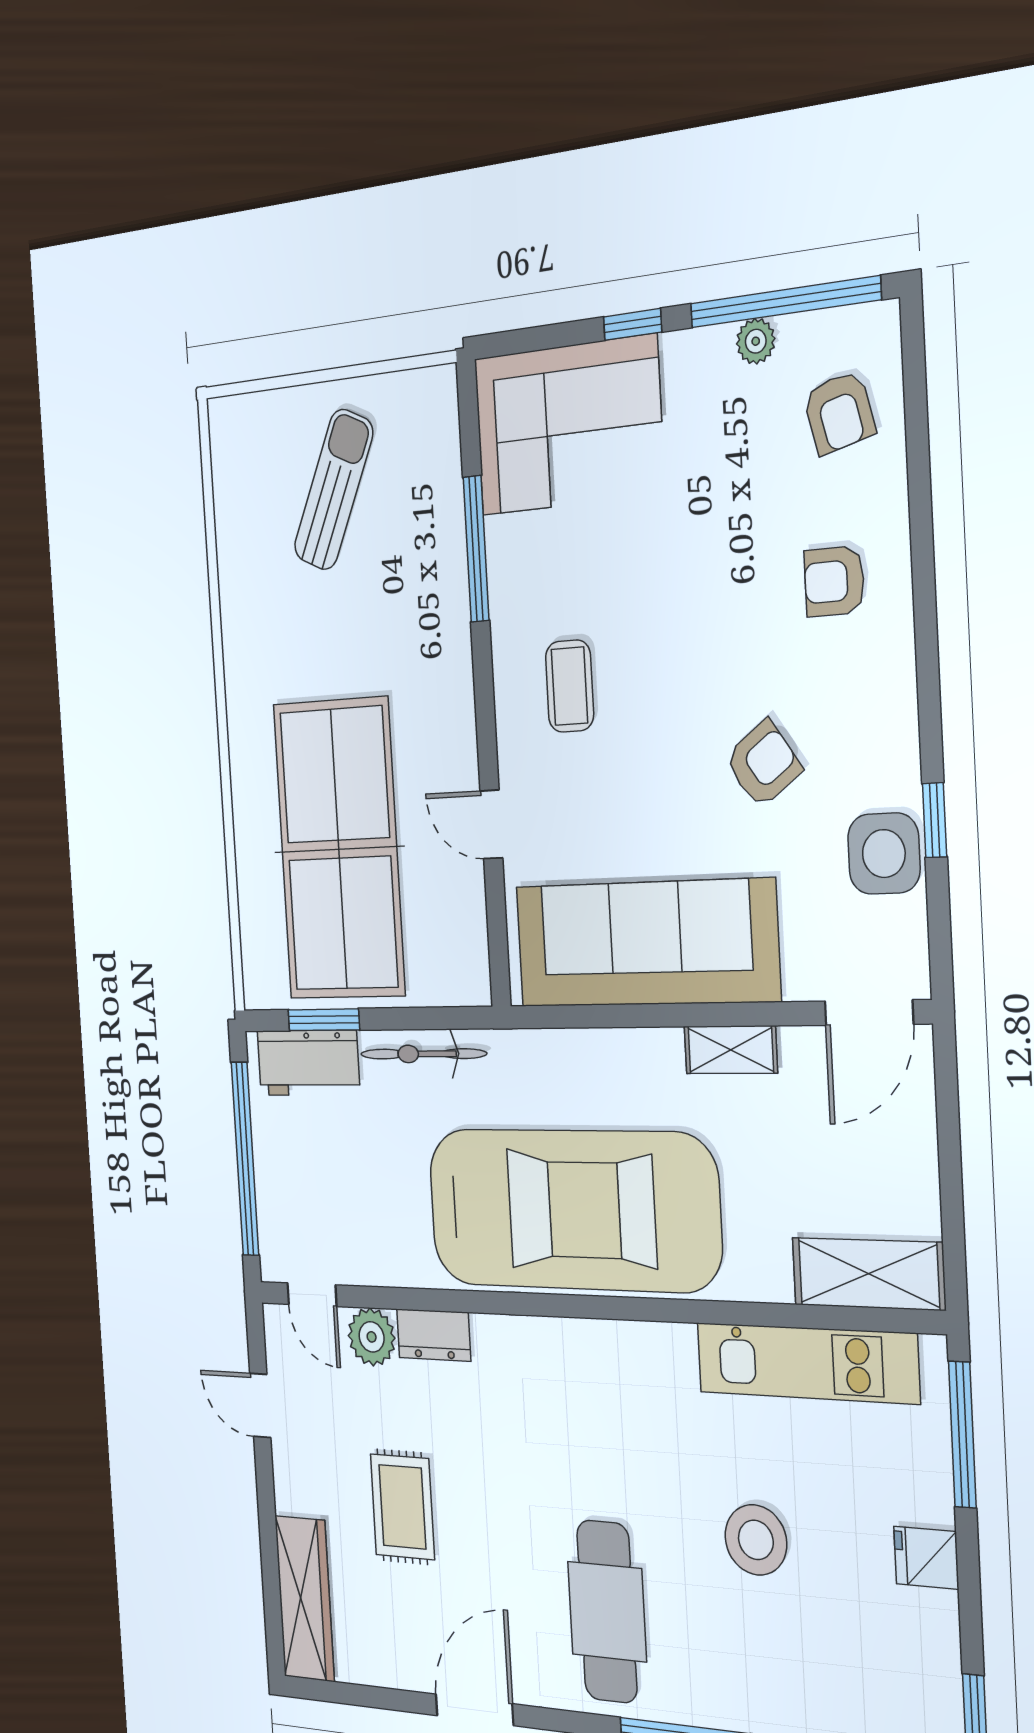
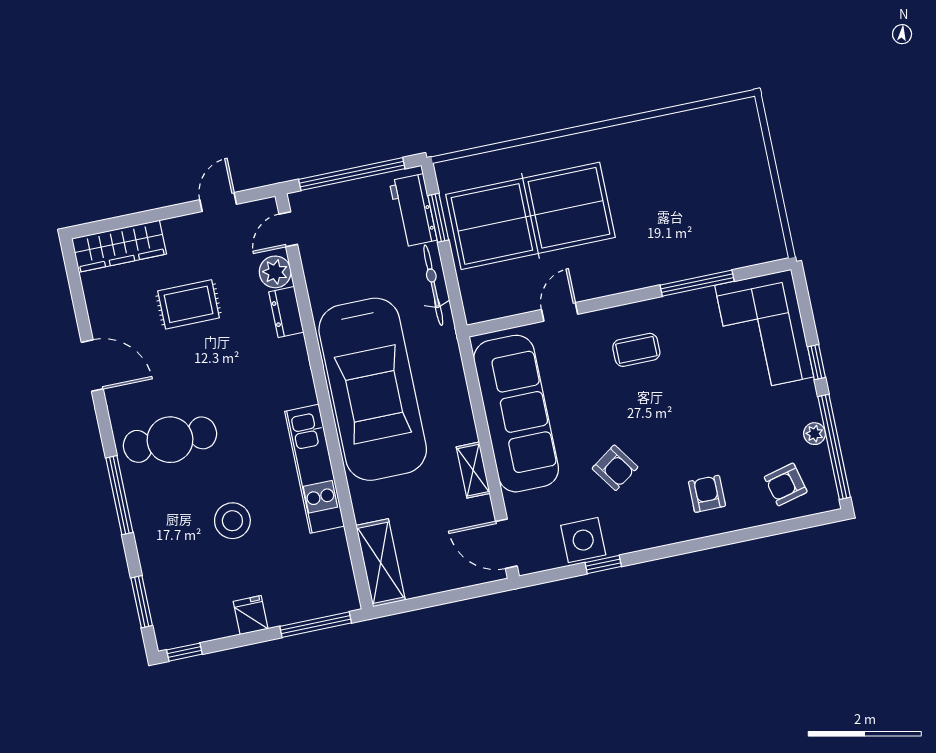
sun lounger: (334, 490) -> (717, 188), removed
kitchen unit: (807, 1363) -> (315, 469), moved

